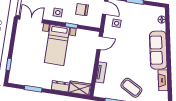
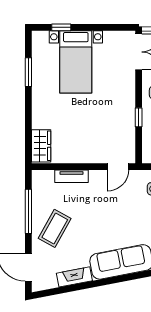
door: (100, 43) -> (118, 167), hinge flipped
bed with nightstands: (57, 45) -> (76, 62), moved, turned -90
dresser: (60, 86) -> (39, 115), removed

